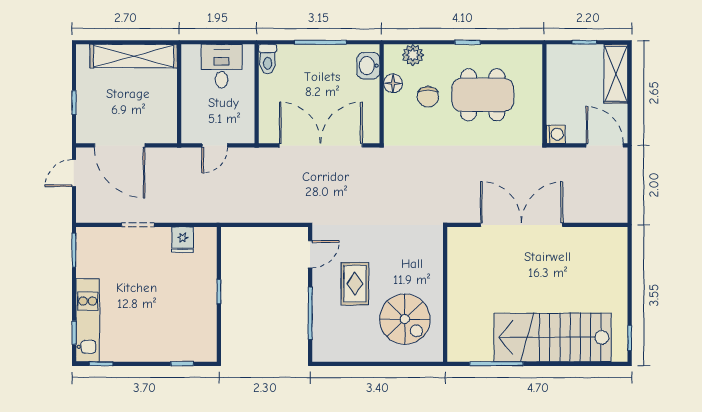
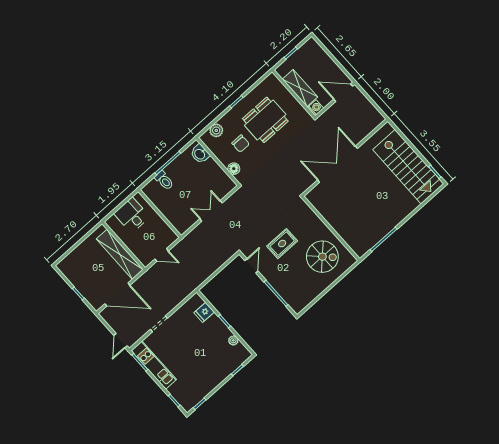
shelving: (134, 56) -> (120, 254), moved, turned 90
toilet: (268, 59) -> (164, 180), moved
shelving: (616, 74) -> (300, 88), moved
floor lamp: (393, 83) -> (234, 169), moved
door: (215, 145) -> (162, 255), hinge flipped
double door: (321, 145) -> (211, 211), width x0.54
door: (74, 173) -> (121, 341), moved
fridge: (183, 240) -> (204, 312), moved, turned 90
rug: (355, 284) -> (282, 244), moved, turned 90
kitchen unit: (88, 320) -> (154, 365), moved
plant: (209, 324) -> (233, 340), added
stairs: (553, 337) -> (408, 167), moved, turned -90

